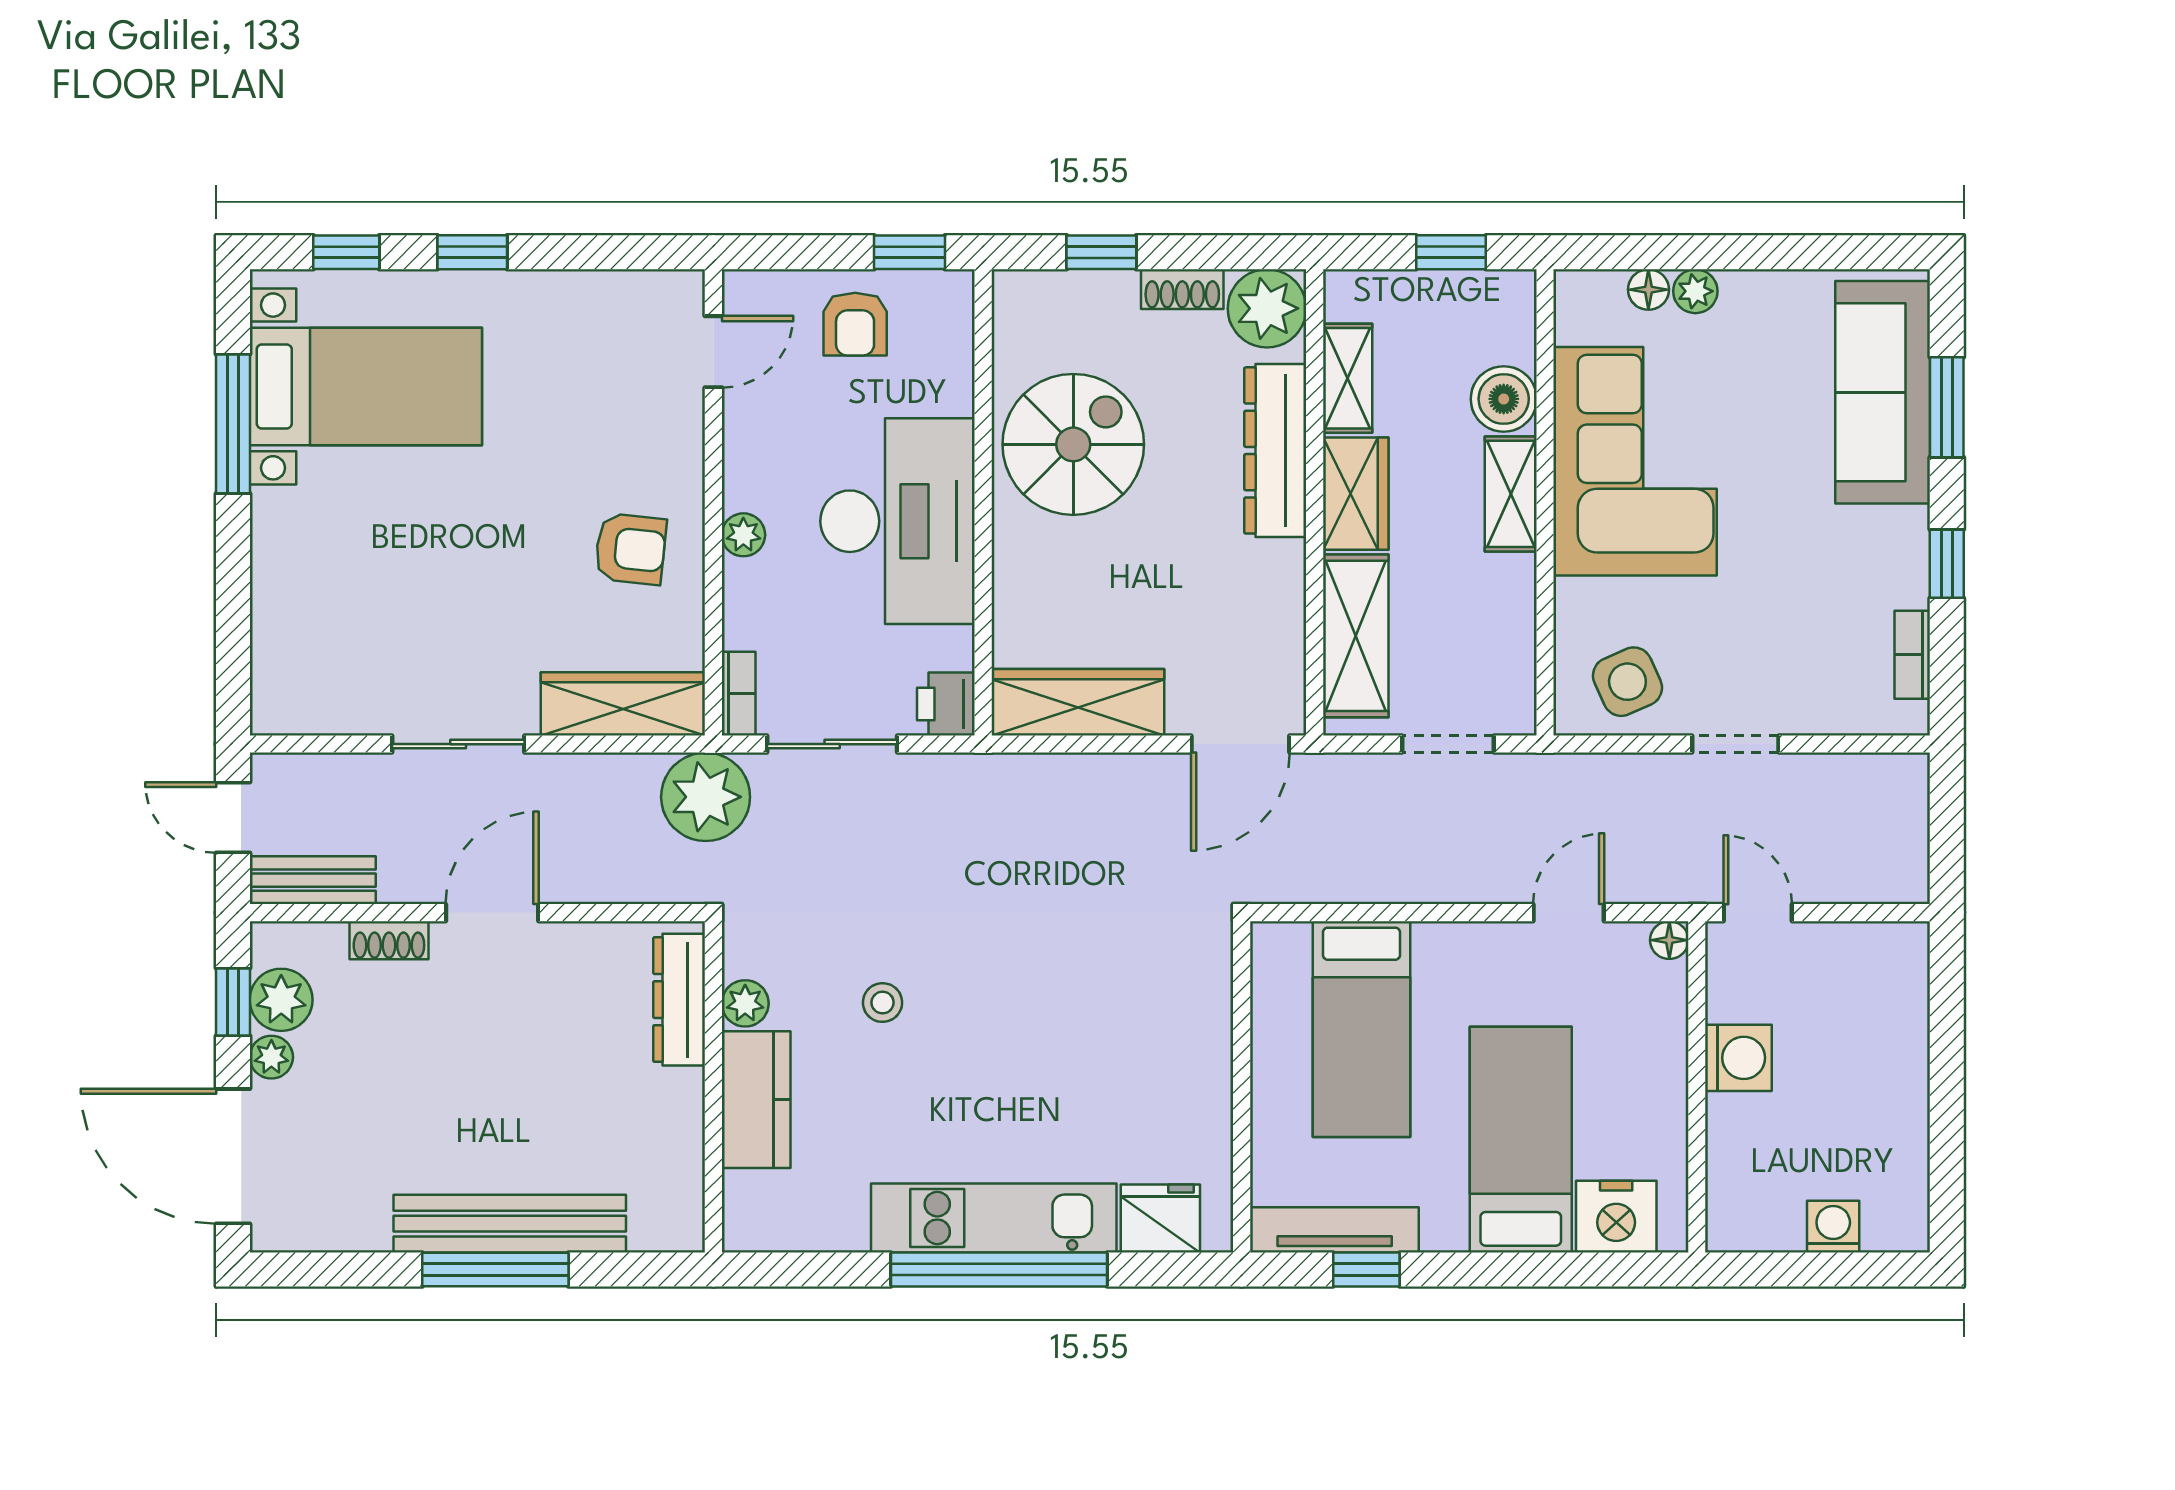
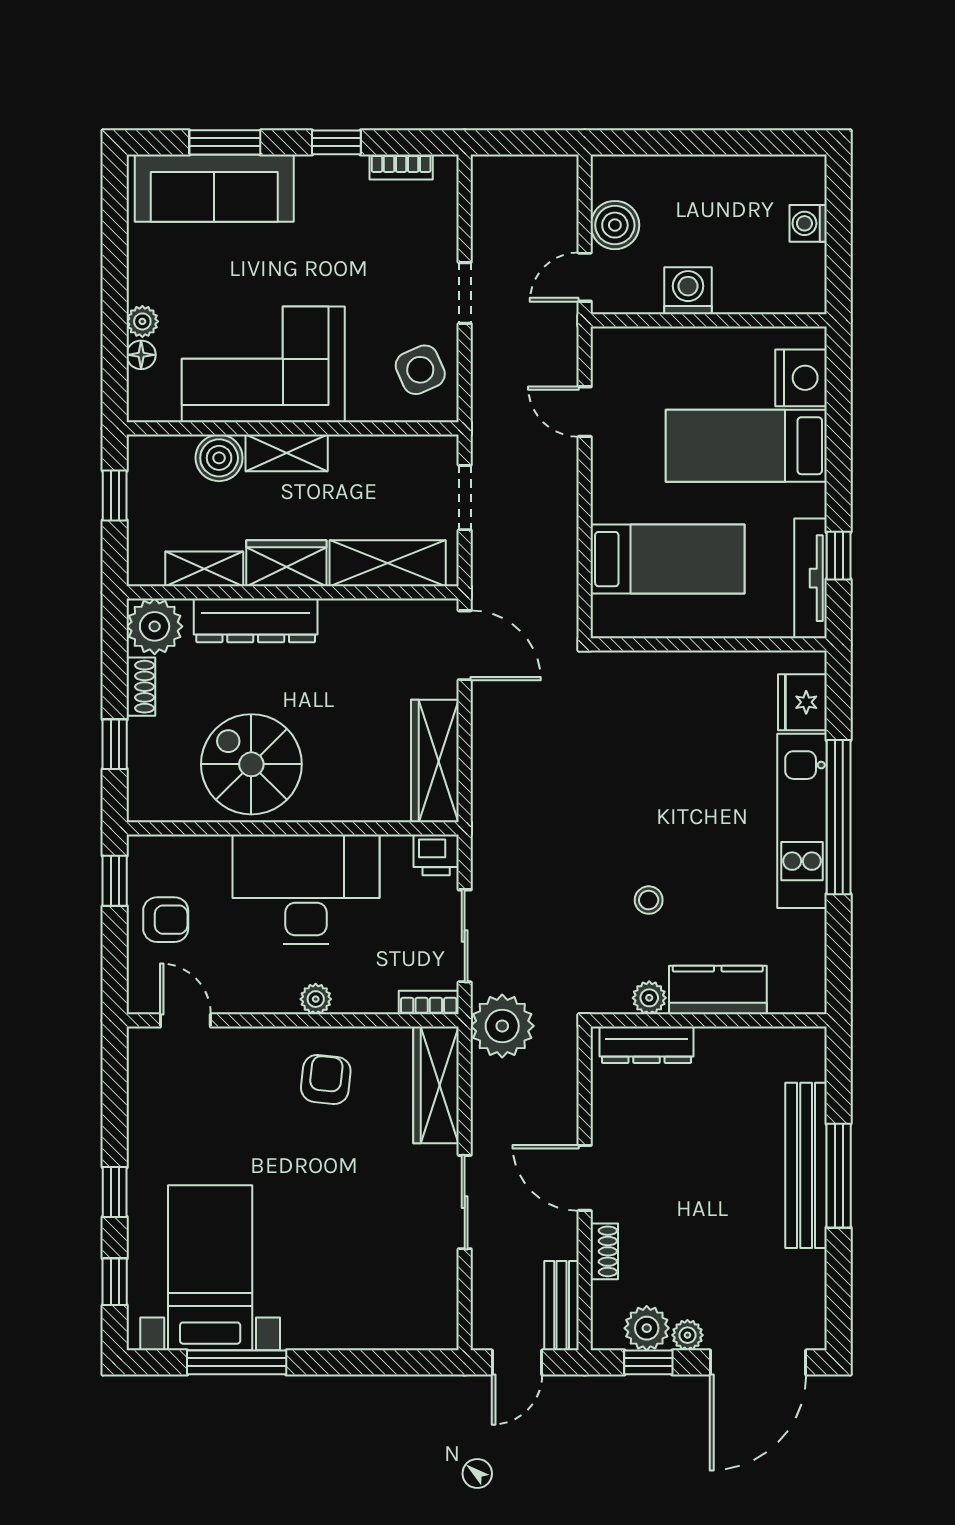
floor lamp: (1669, 940) -> (604, 340), removed
boiler: (1831, 955) -> (615, 225), added

